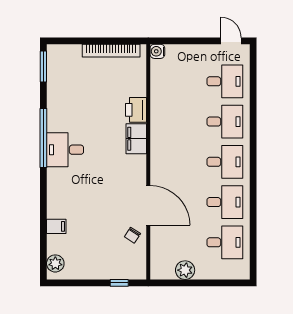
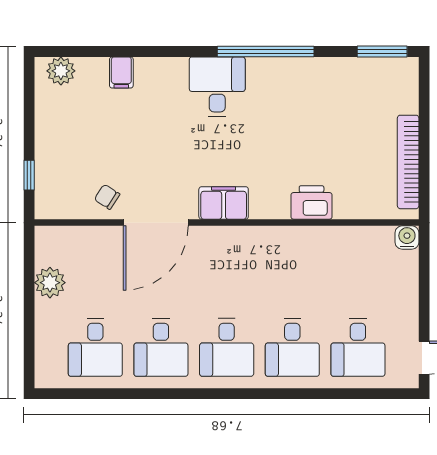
filing cabinet: (136, 139) -> (224, 203), moved
desk: (65, 150) -> (217, 87), moved

